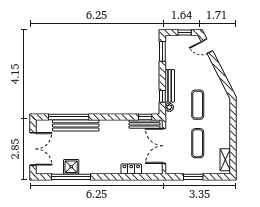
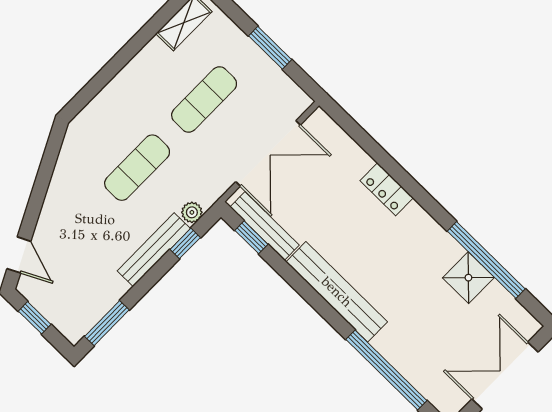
bench: (76, 125) -> (337, 292), moved
locker: (131, 169) -> (387, 189), moved

